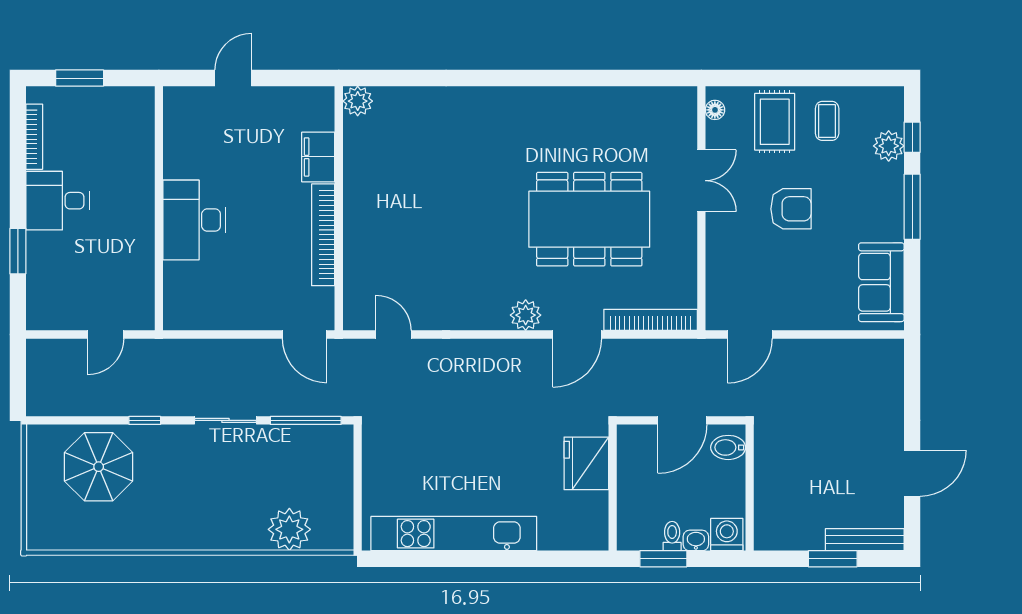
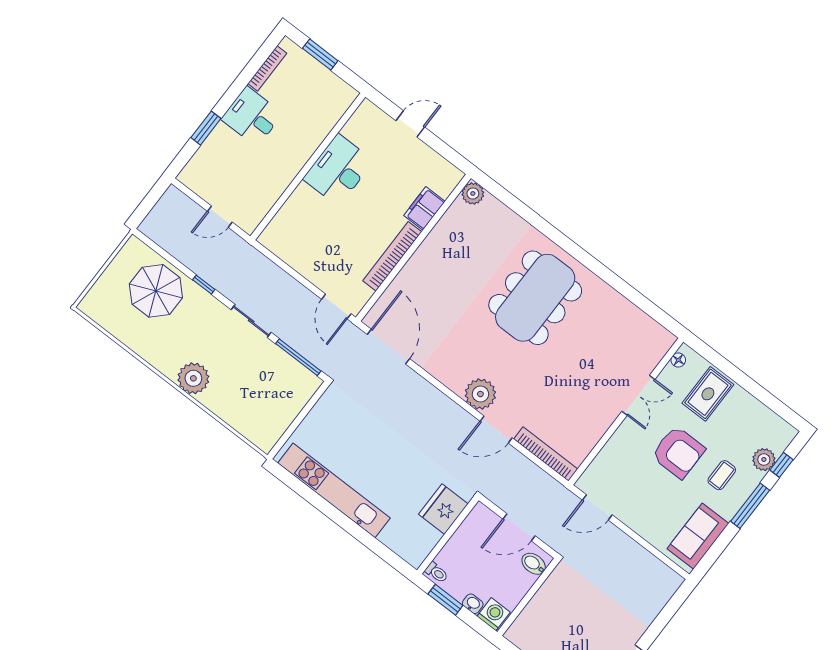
coffee table: (827, 121) -> (722, 475), moved
armchair: (791, 209) -> (678, 452), width x1.36, depth x1.36
dining table: (589, 219) -> (535, 298), moved, turned 90
desk: (194, 220) -> (338, 170), moved
plant: (526, 315) -> (480, 394), width x1.36, depth x1.36
door: (394, 335) -> (388, 347), width x1.87
plant: (289, 529) -> (193, 378), moved
toilet: (672, 536) -> (437, 572), moved, turned 90

